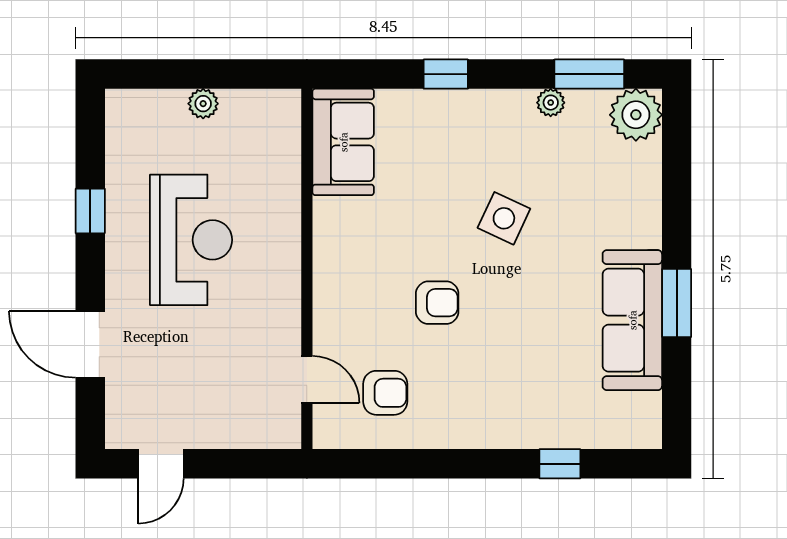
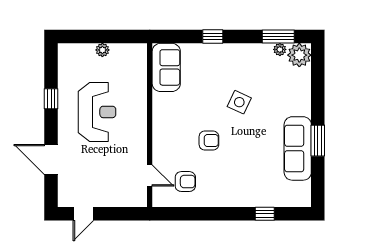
plant: (551, 103) -> (280, 49), moved

